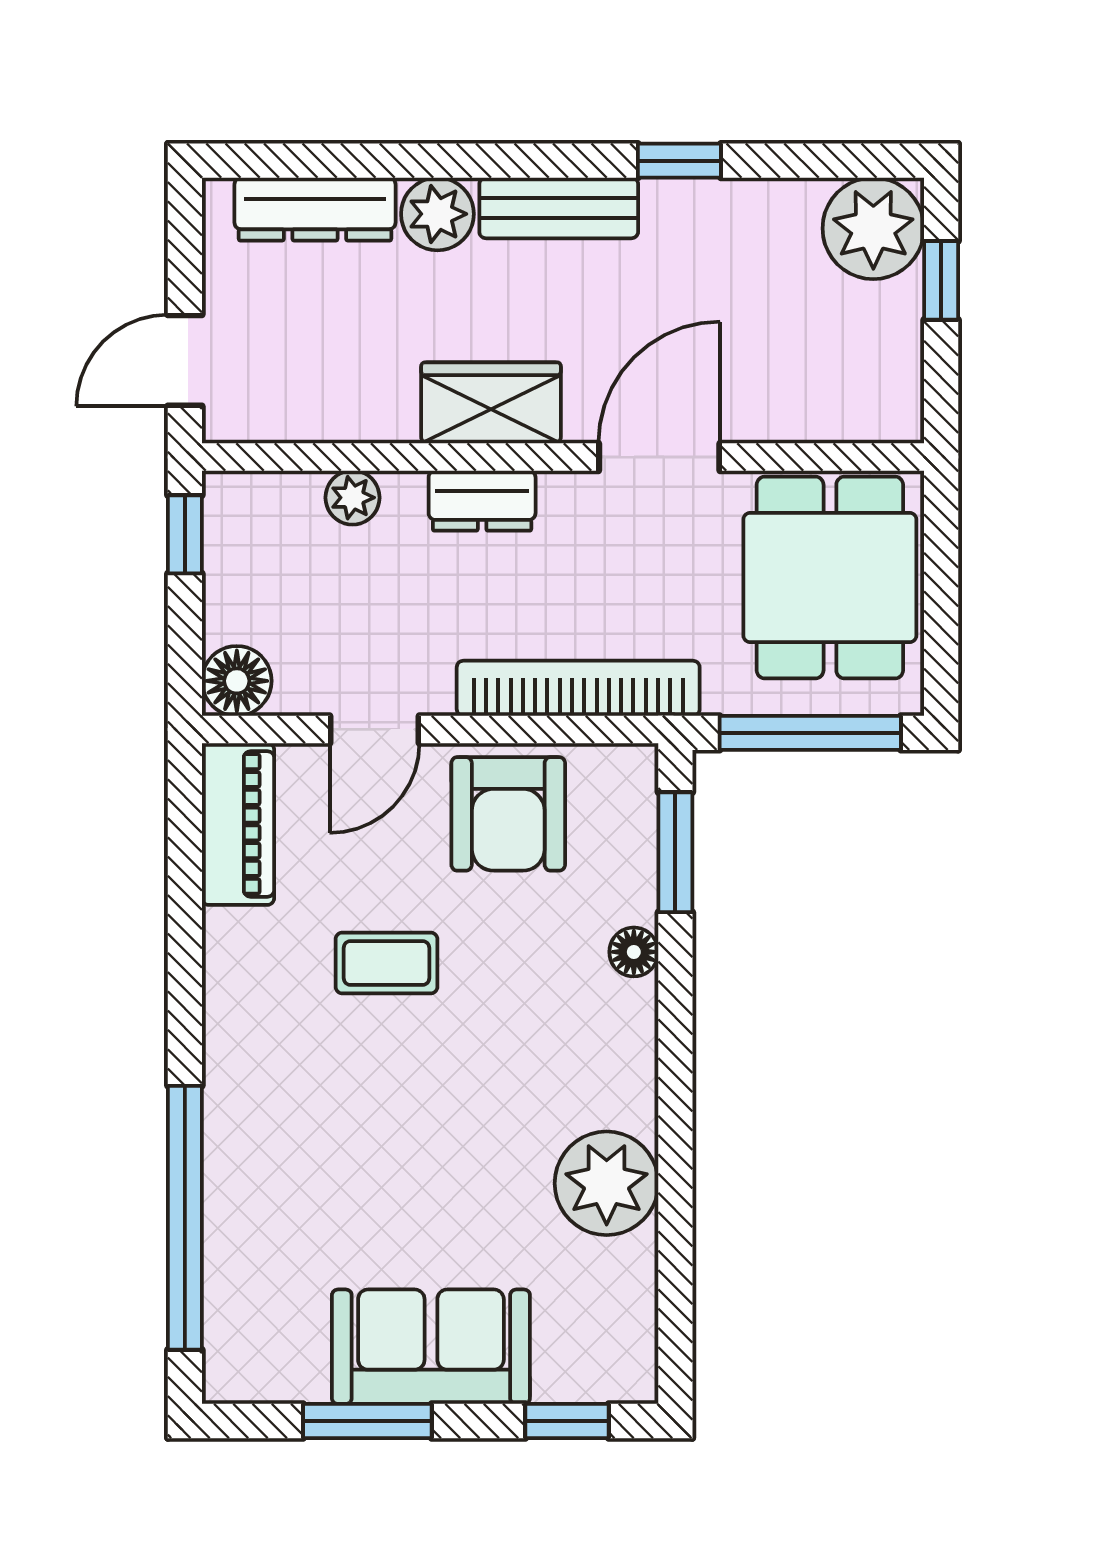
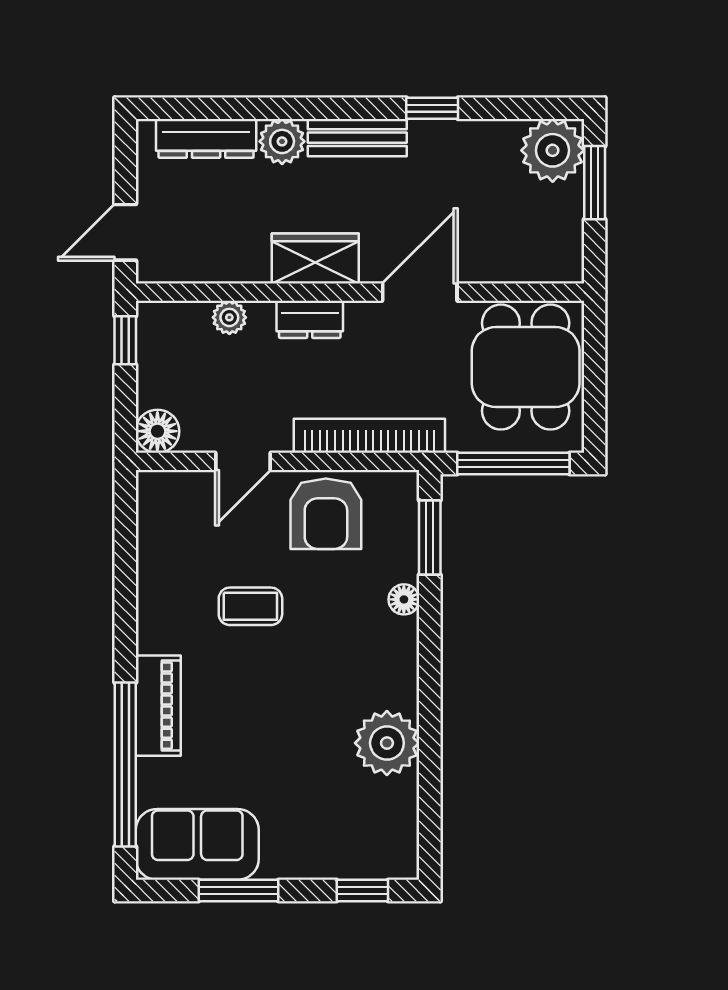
window: (941, 280) -> (595, 183), width x1.50
piano: (238, 824) -> (158, 706), moved
sofa: (431, 1347) -> (197, 844), moved

